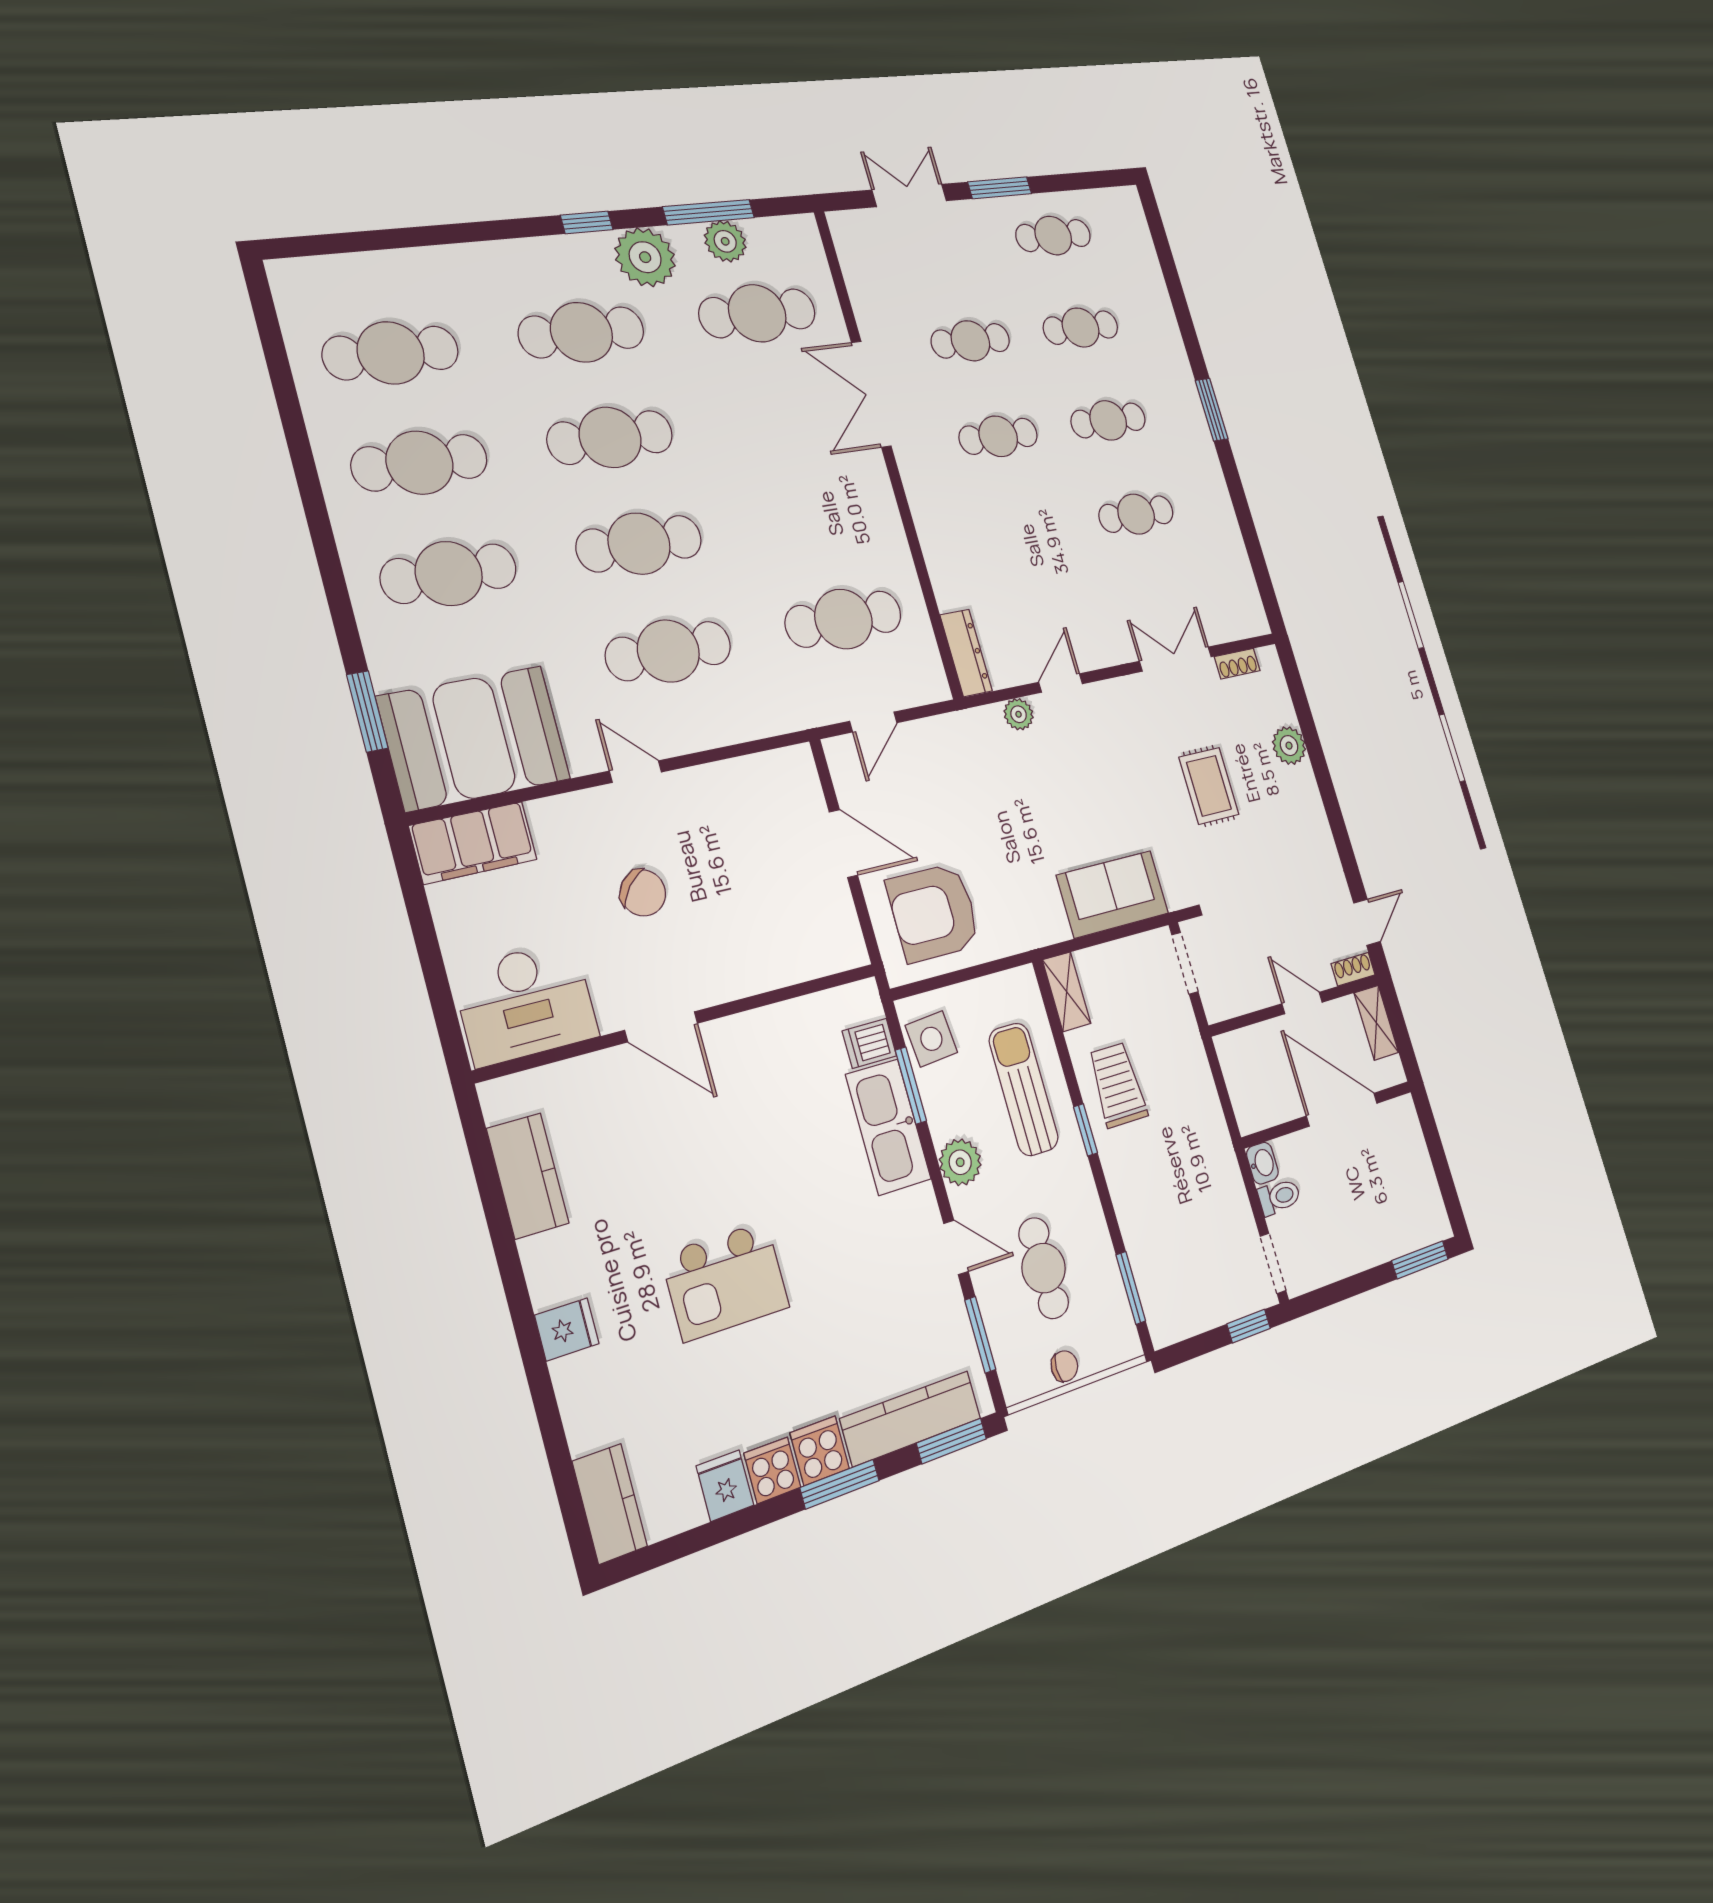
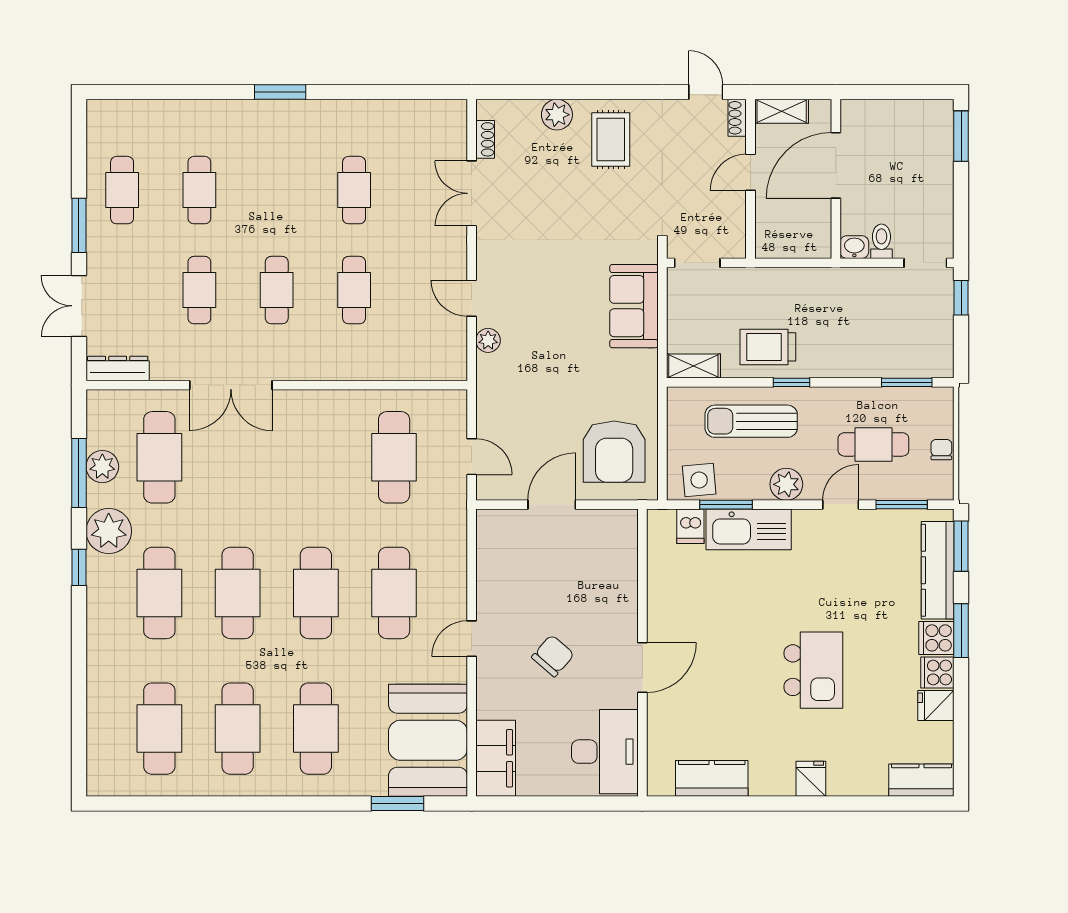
cafe table: (1108, 420) -> (354, 290), moved
dresser: (966, 653) -> (118, 369), moved
rug: (1209, 786) -> (611, 139), moved, turned 90

